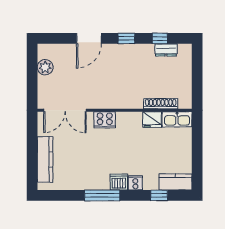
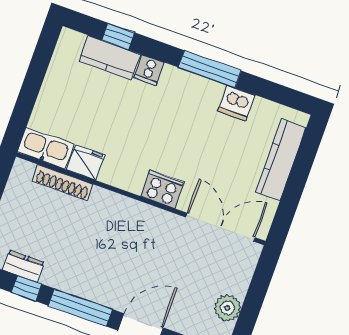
window: (126, 38) -> (80, 308), width x2.17
dishwasher: (119, 182) -> (237, 103), moved
kitchen counter: (175, 182) -> (110, 58), moved

